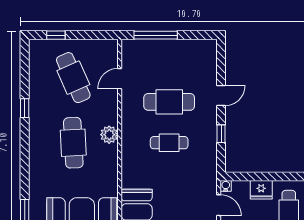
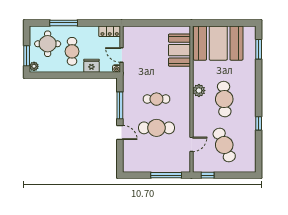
window: (56, 35) -> (208, 175), moved
door: (221, 95) -> (120, 132), swing flipped
window: (221, 134) -> (120, 105), width x2.17
plant: (109, 135) -> (199, 91), moved

